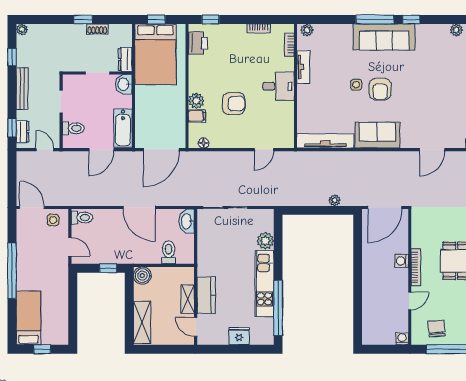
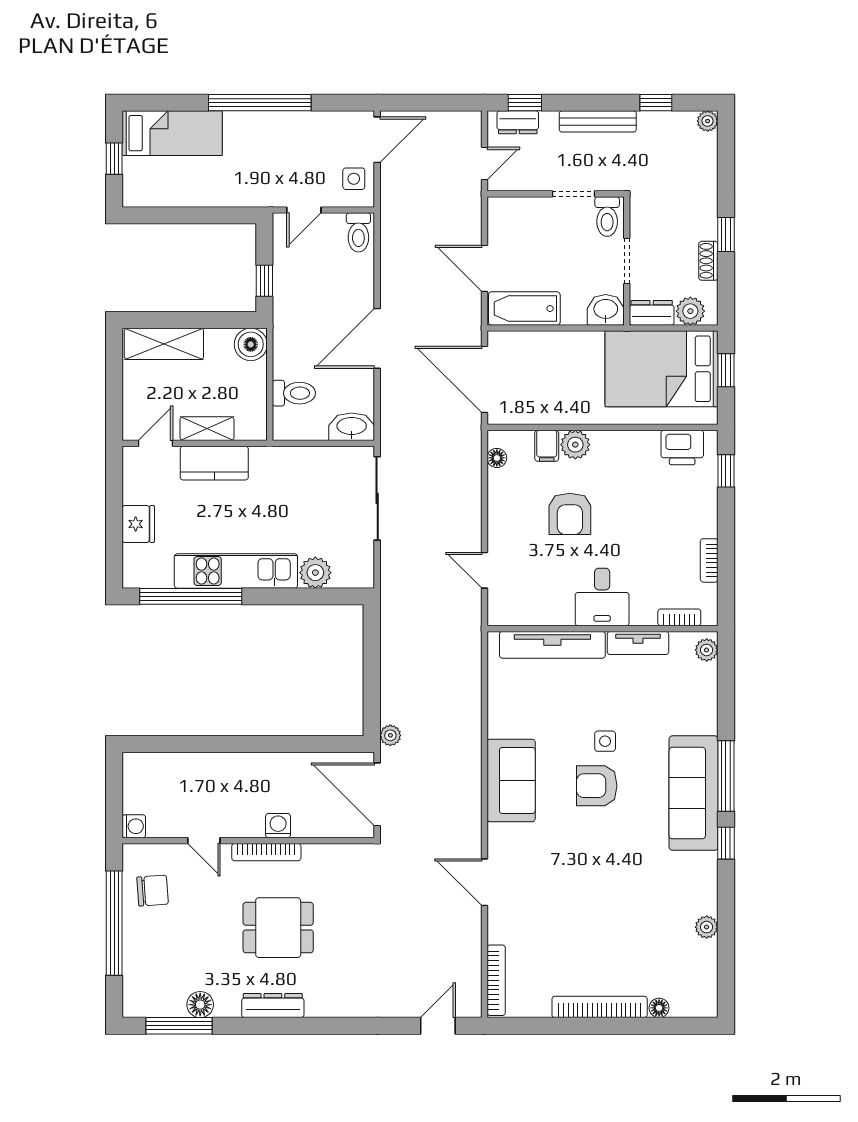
plant: (124, 39) -> (690, 311), added
toilet: (73, 128) -> (607, 217), moved
tv unit: (325, 141) -> (552, 645), moved, turned 90
plant: (335, 200) -> (390, 735), moved

